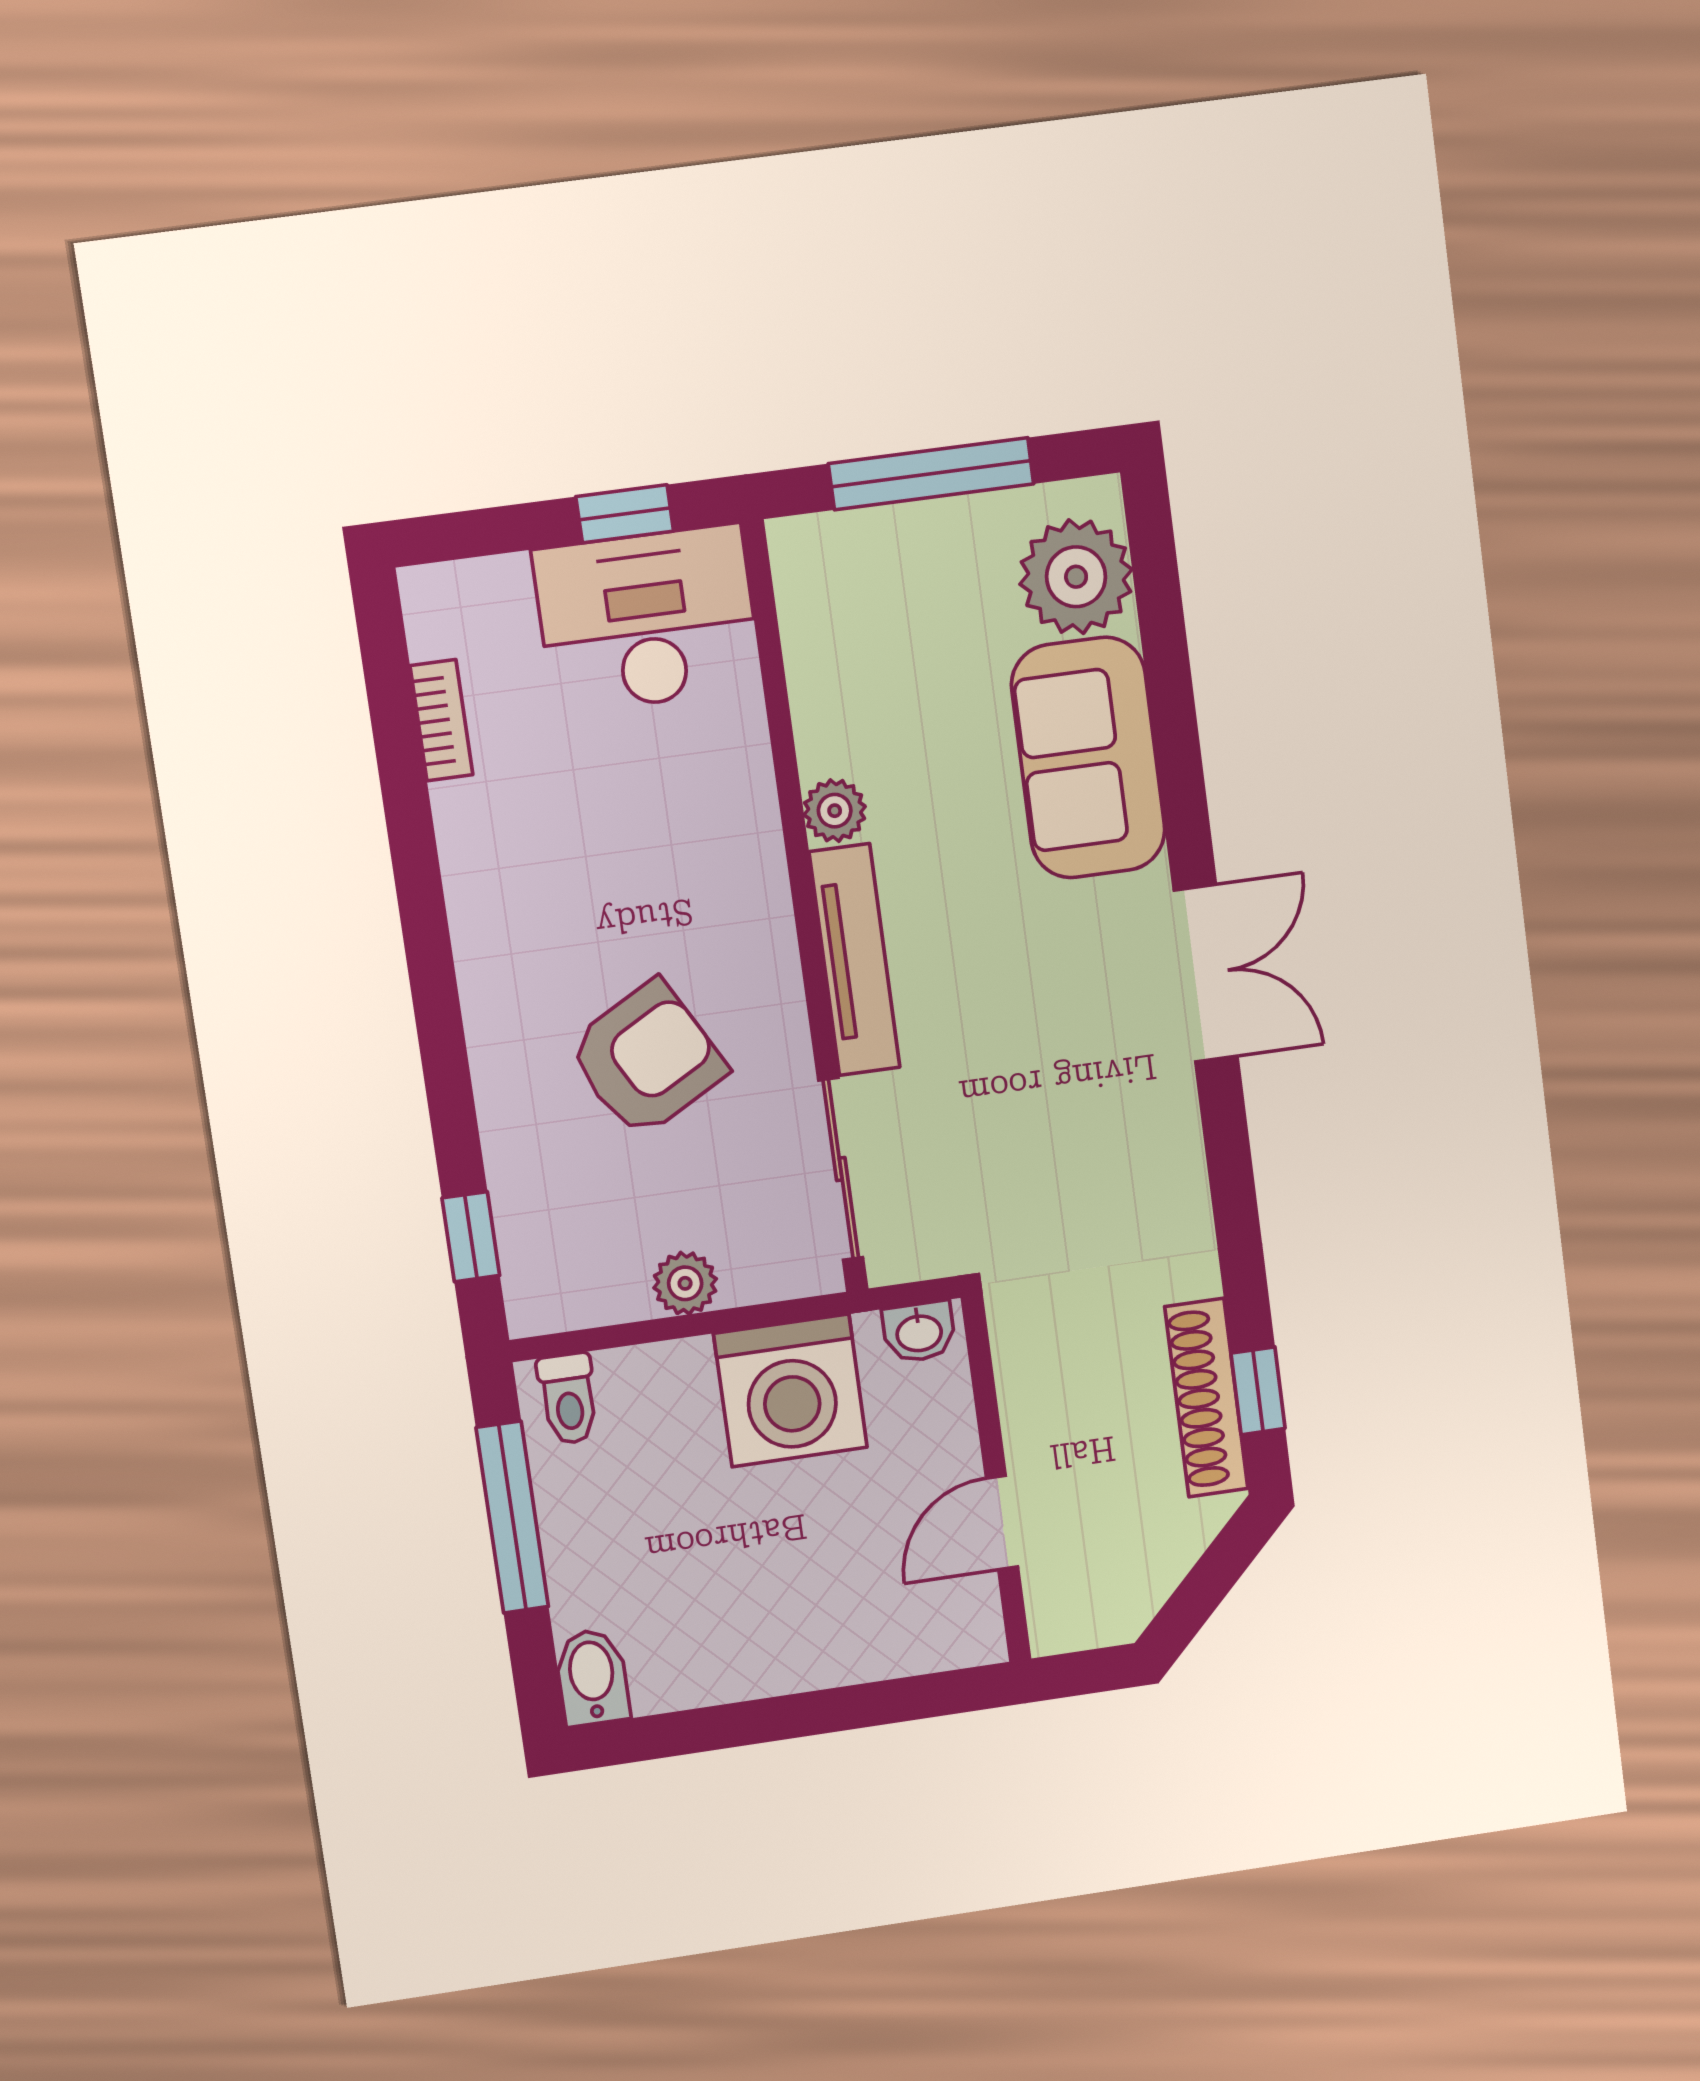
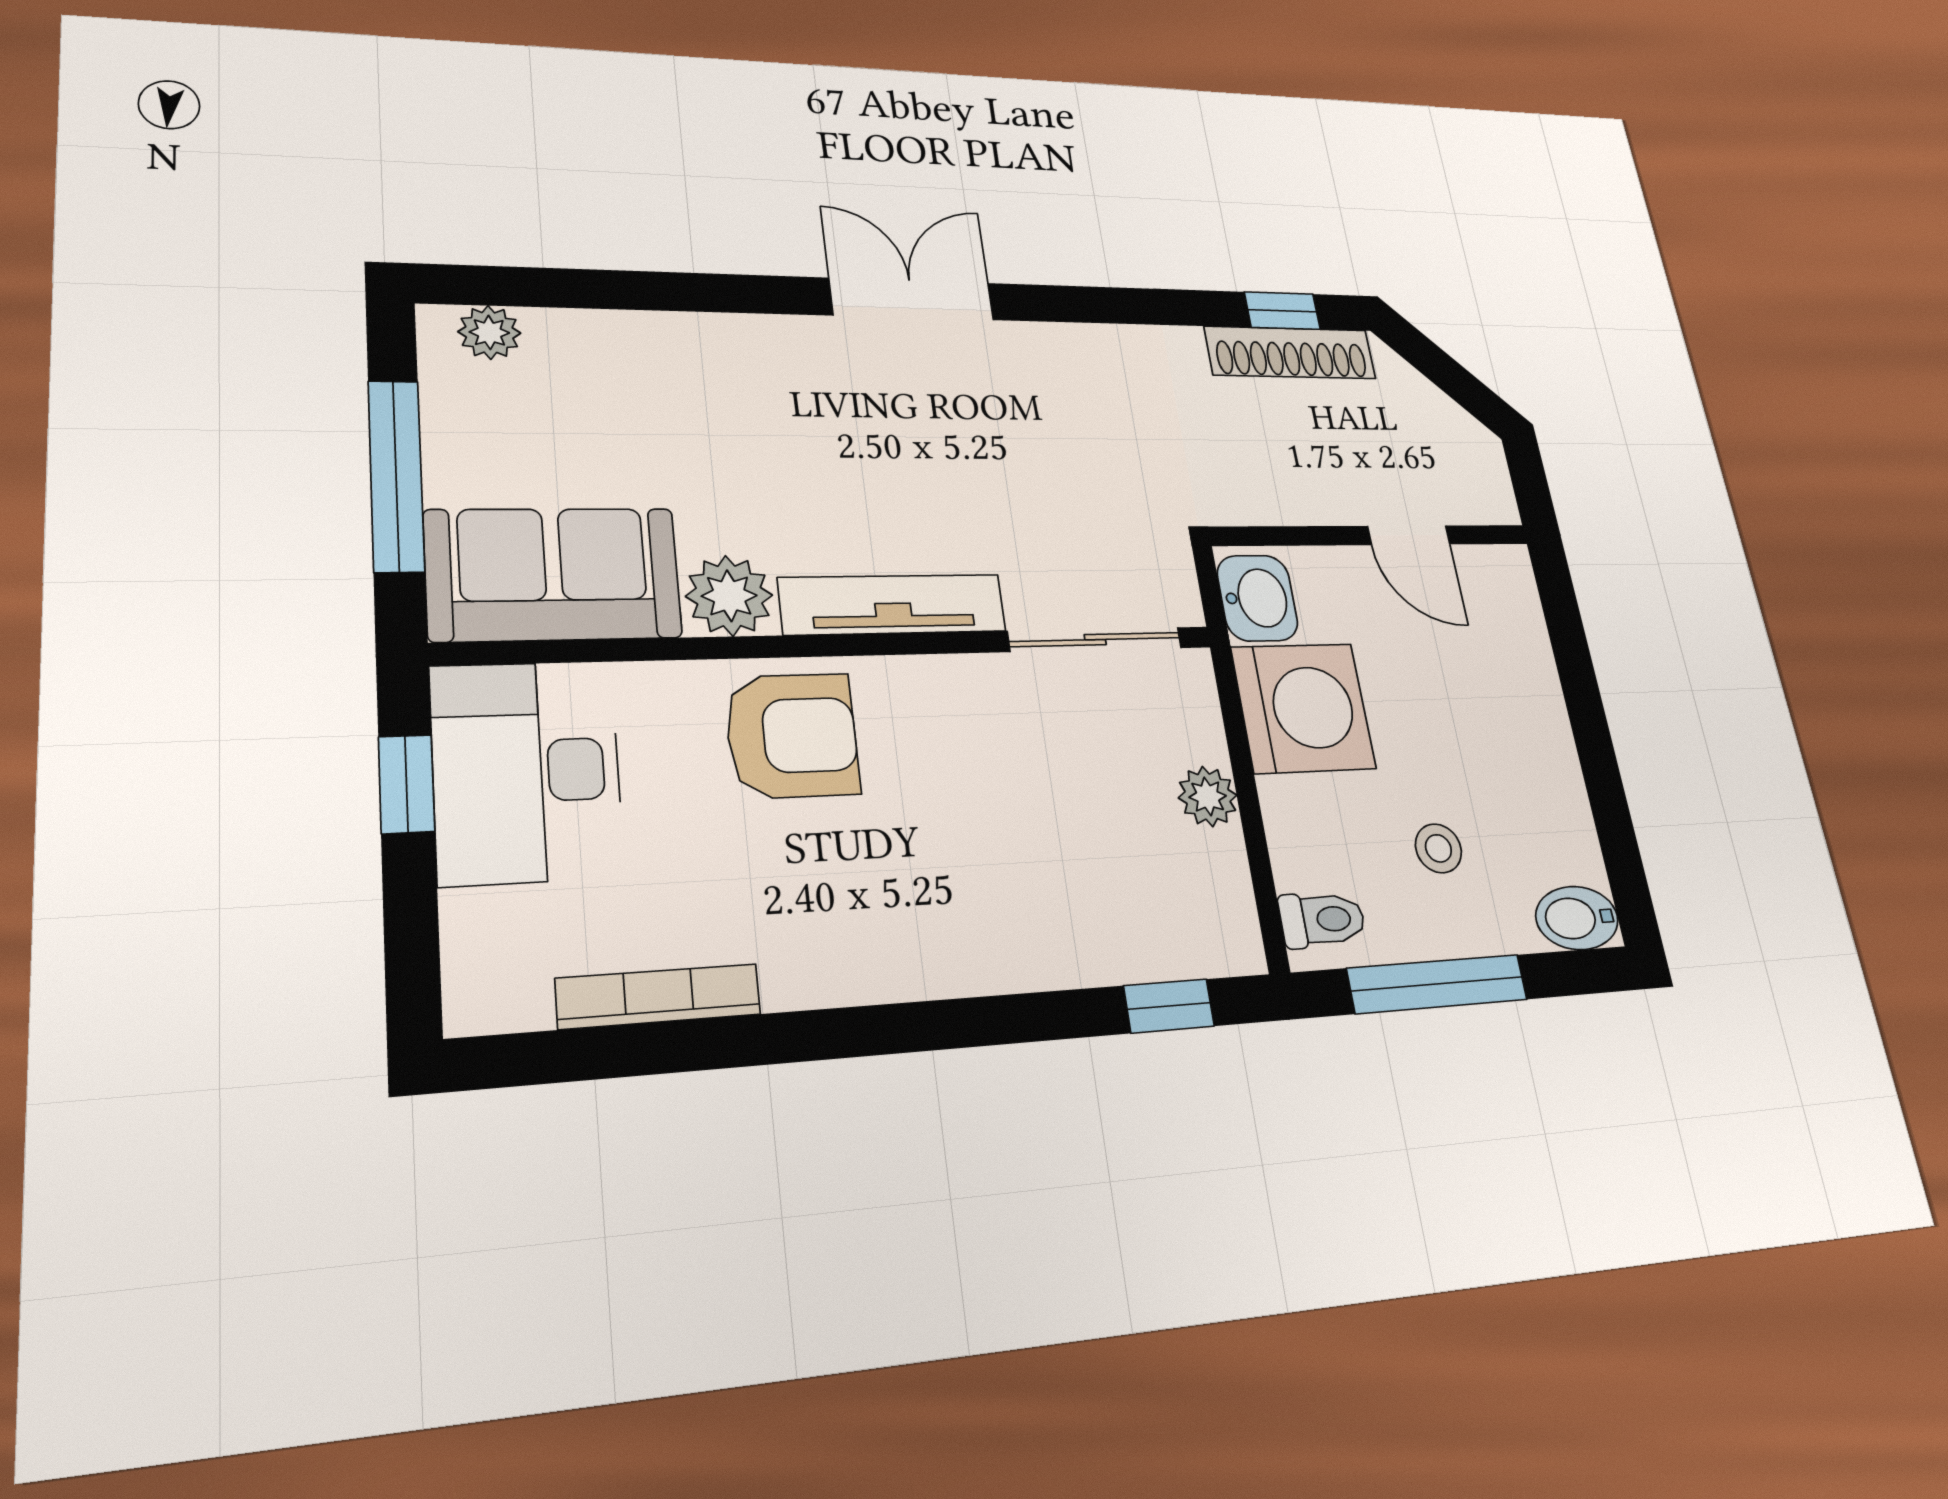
plant: (1076, 577) -> (489, 332), width x0.53, depth x0.53
bookcase: (441, 720) -> (659, 996), width x1.56
sofa: (1088, 758) -> (553, 574), moved, turned 180
plant: (835, 811) -> (729, 596), width x1.38, depth x1.38
armchair: (647, 1059) -> (792, 736), moved, turned 119
washbasin: (919, 1332) -> (1257, 598), width x1.38, depth x1.45
stool: (653, 1529) -> (1438, 848), added

